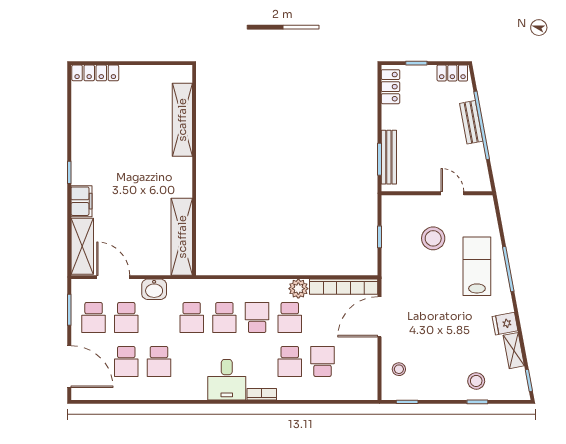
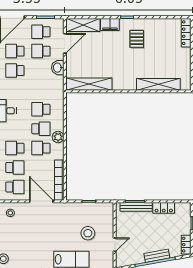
locker: (390, 87) -> (164, 208), moved
pallet: (106, 156) -> (137, 39), added
plant: (298, 289) -> (58, 137), moved
school desk: (192, 318) -> (15, 187), moved, turned 180

